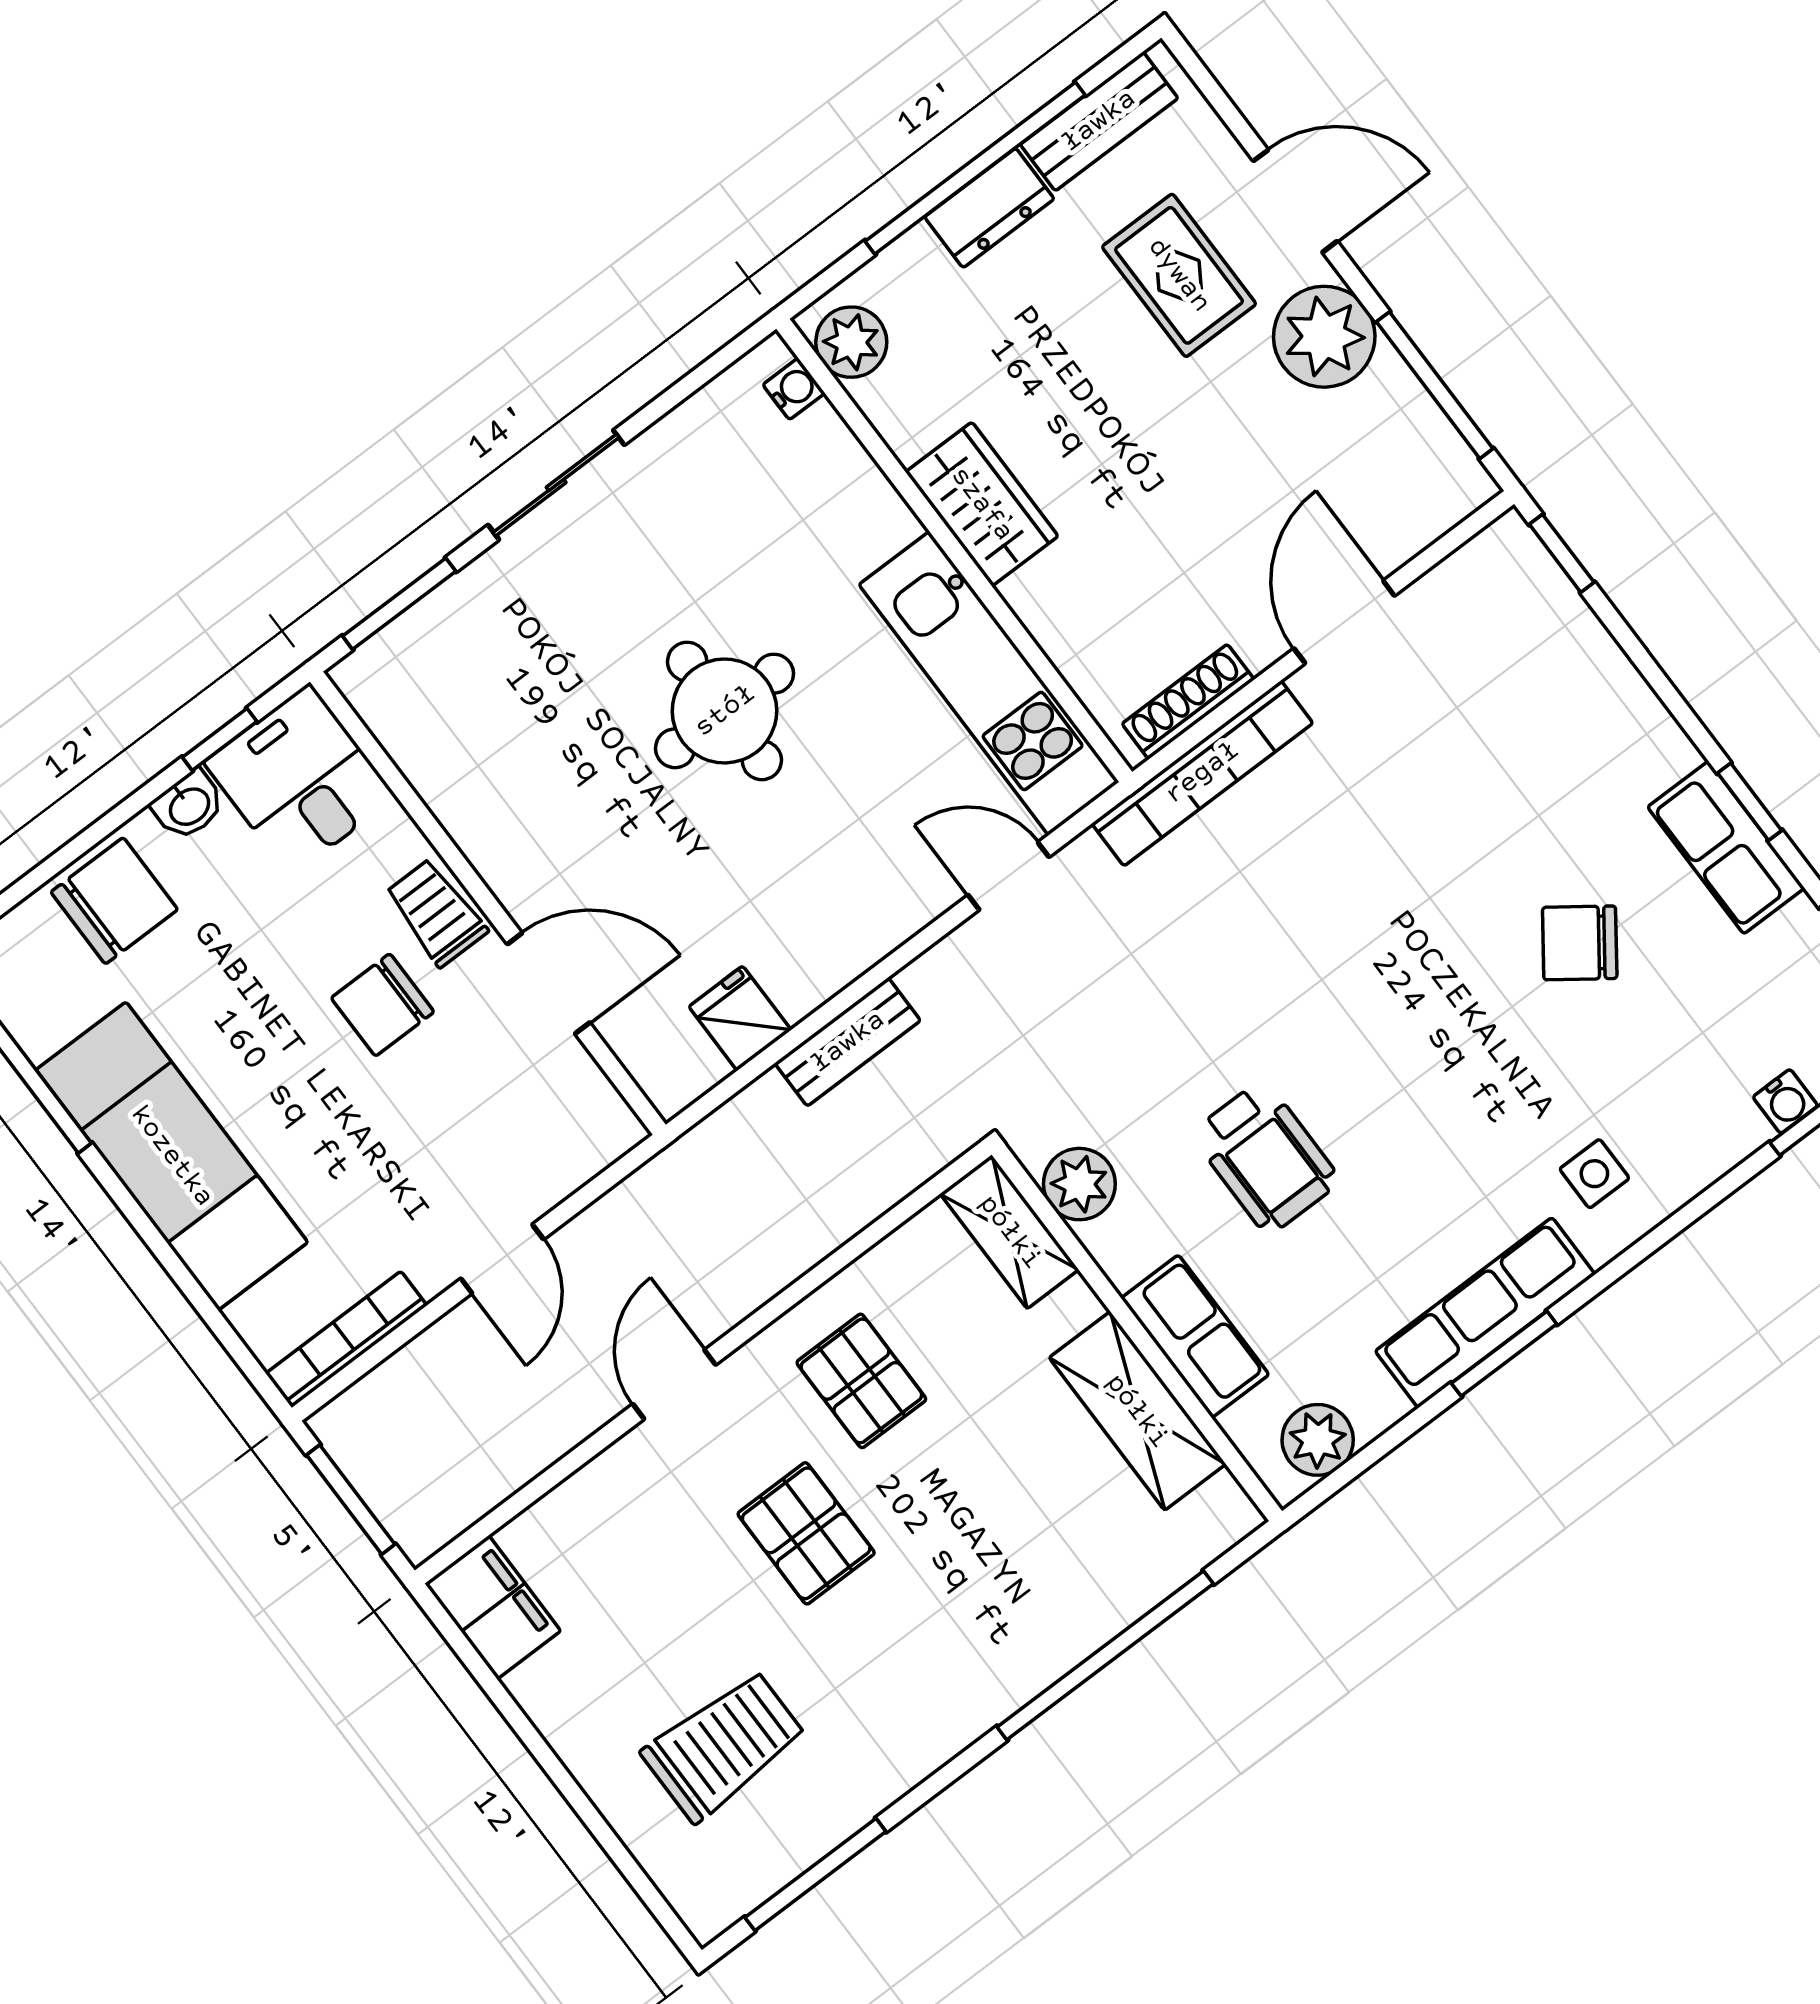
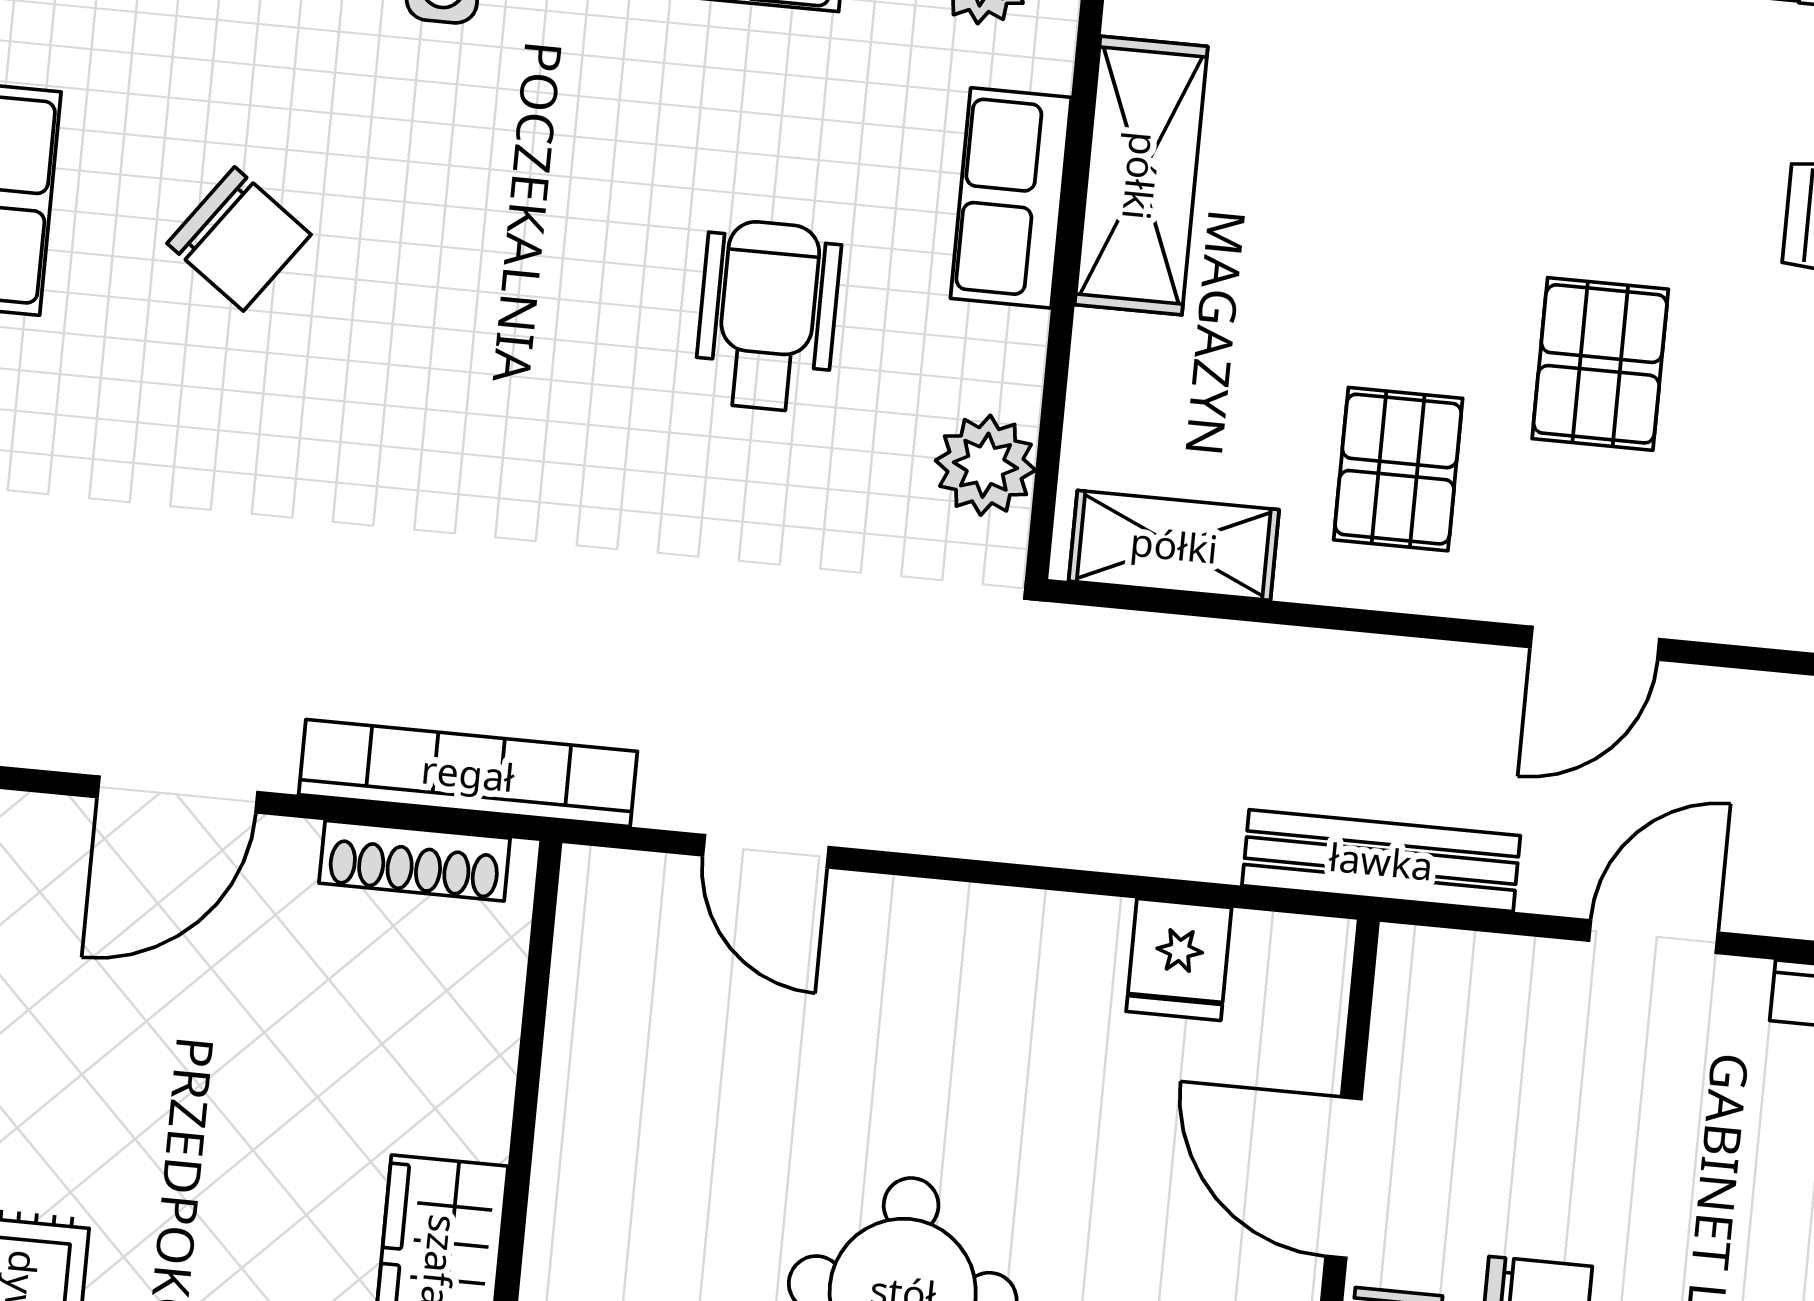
kitchen unit: (989, 683) -> (603, 1069), removed
bench: (848, 1042) -> (1381, 861), moved, width x1.36
shelving: (1010, 1232) -> (1174, 545), moved, turned 90

